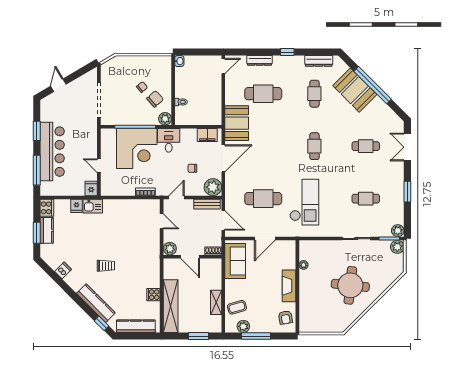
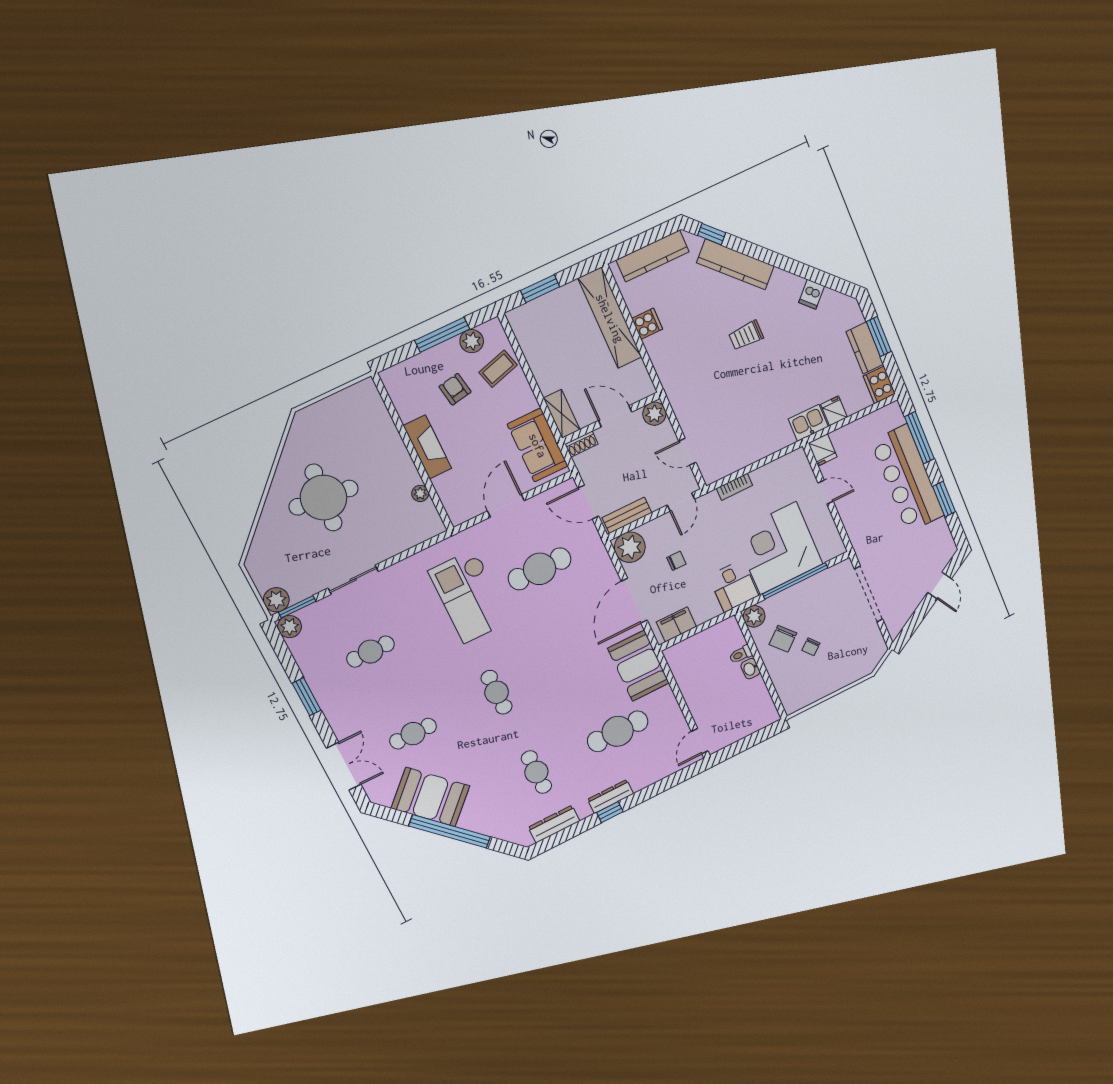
dresser: (260, 60) -> (611, 797), moved
washbasin: (179, 61) -> (750, 669), moved
booth: (355, 90) -> (431, 797), moved
shelving: (216, 302) -> (562, 414), moved
armchair: (285, 317) -> (455, 389), moved

